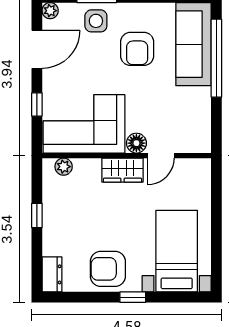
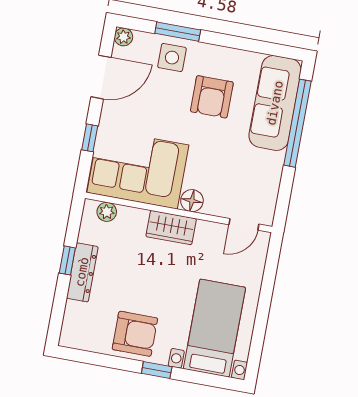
door: (161, 156) -> (244, 224), moved
armchair: (108, 269) -> (135, 334), turned 180
dresser: (52, 274) -> (82, 272), moved, width x1.44

